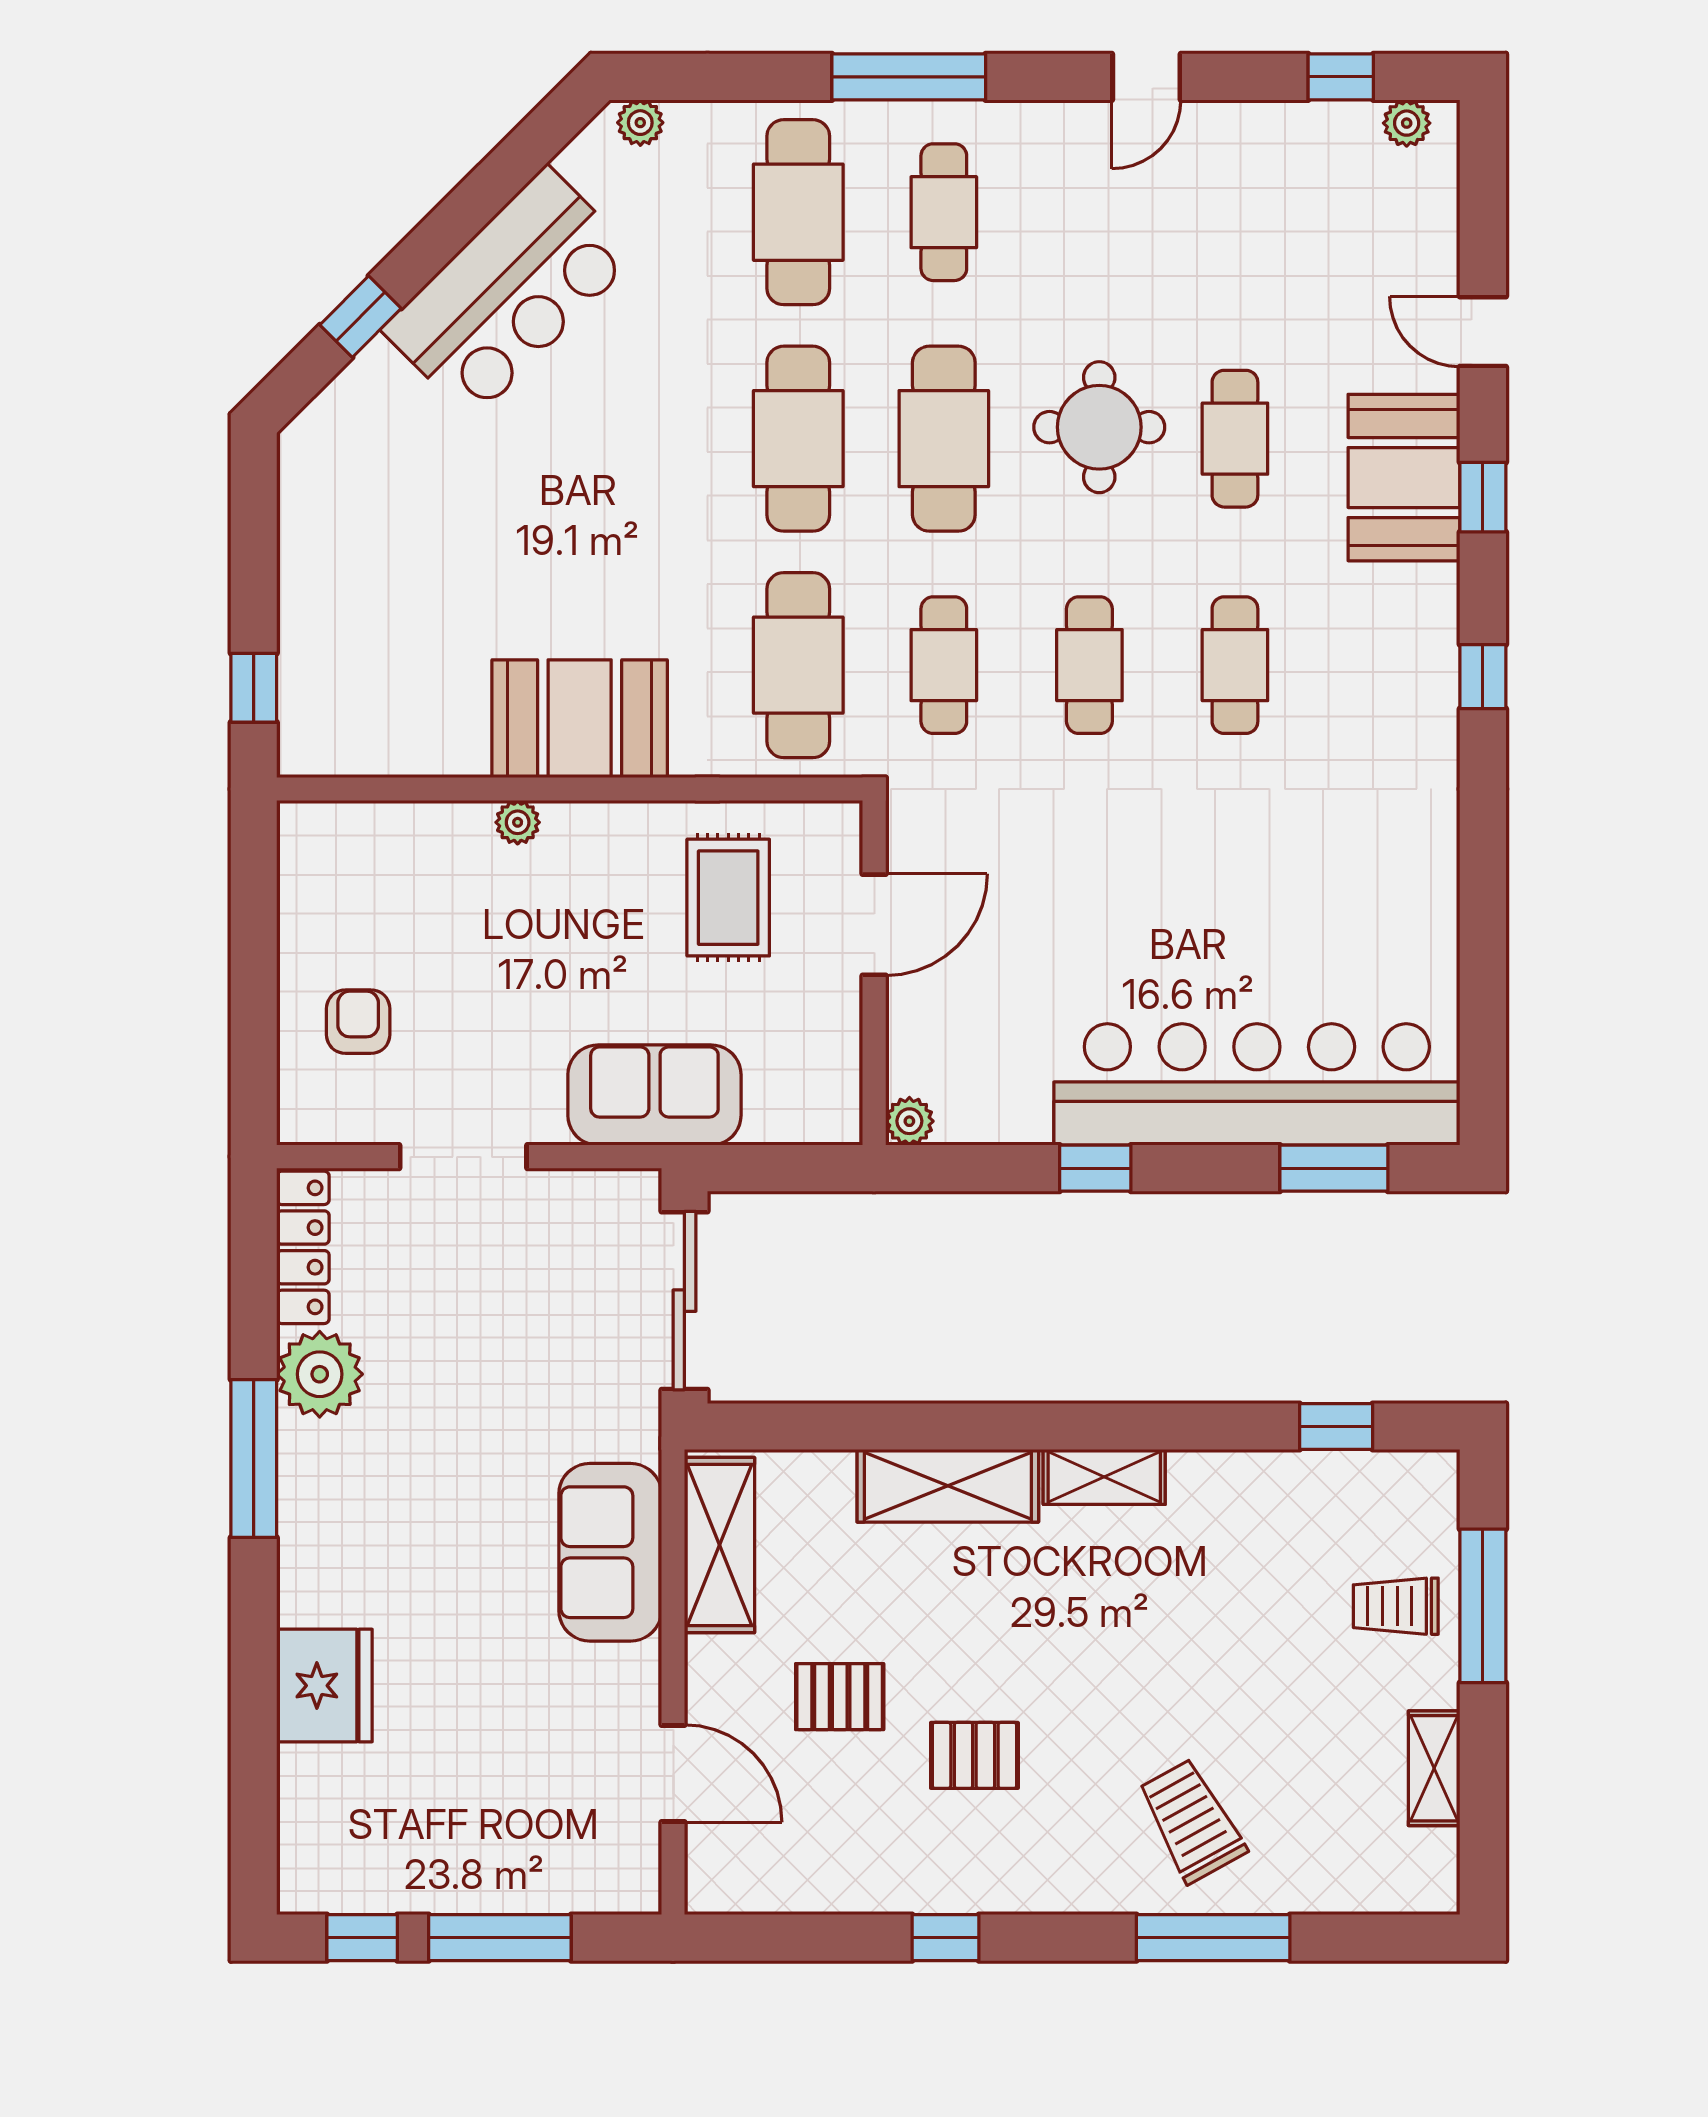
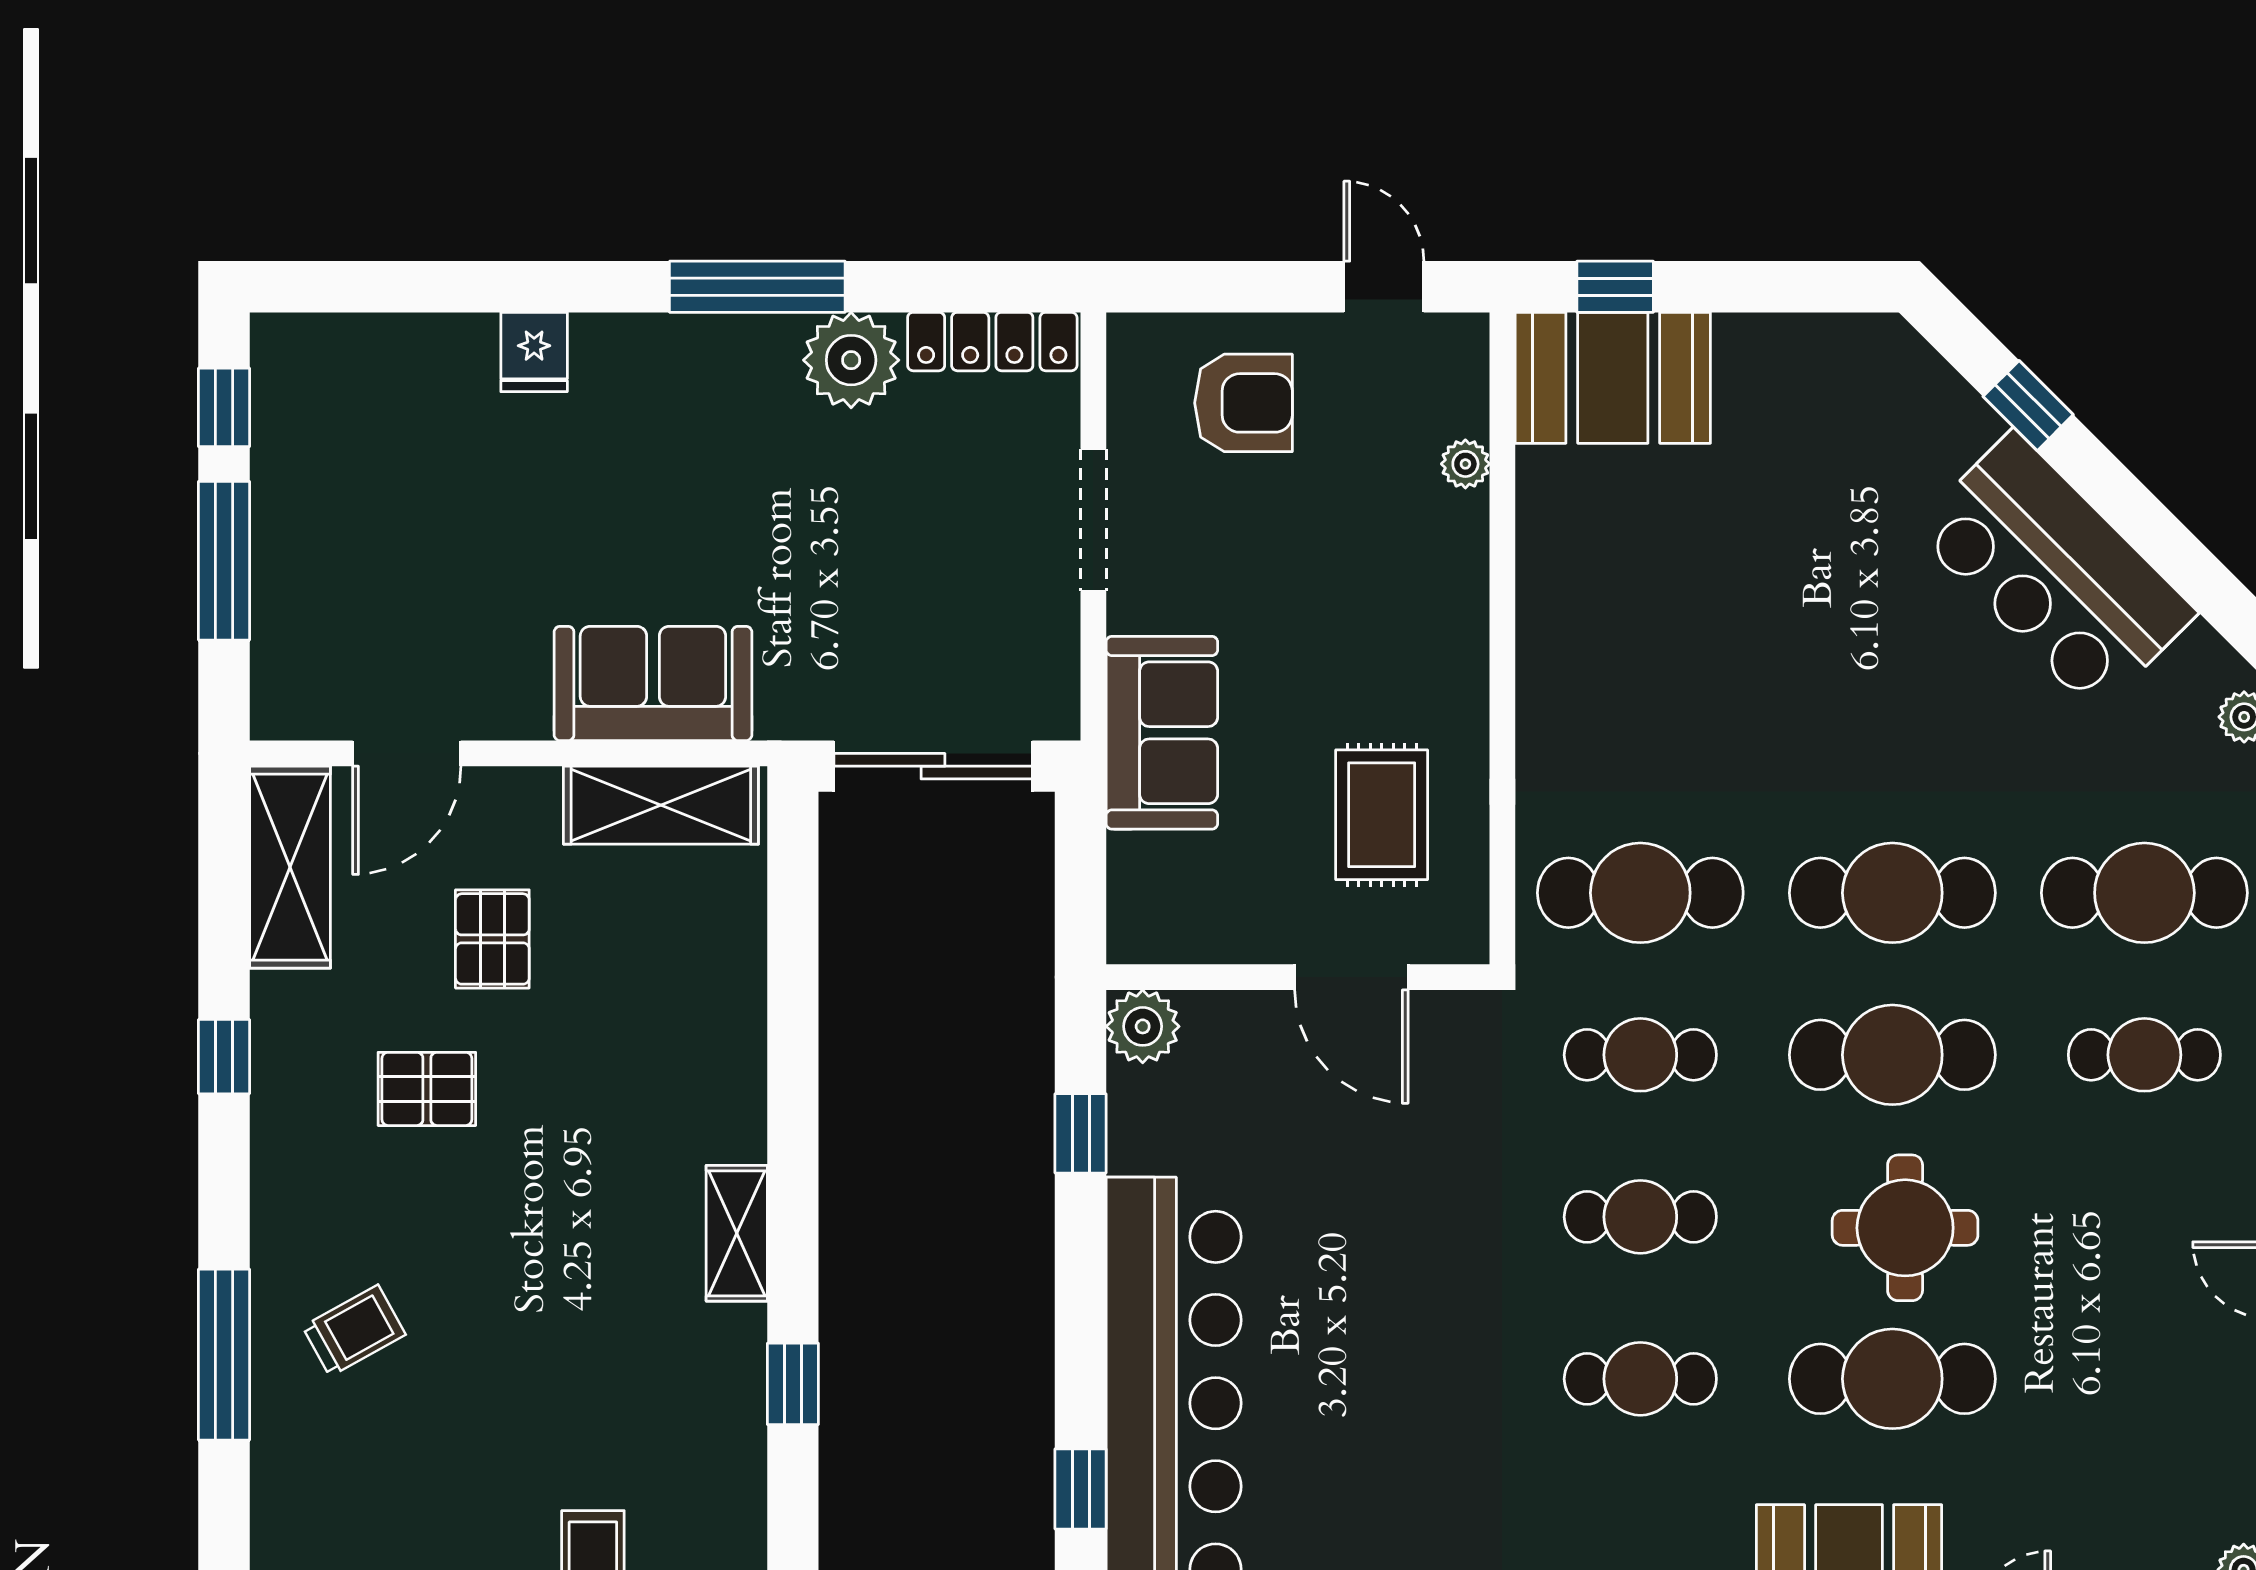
cafe table: (1235, 439) -> (1892, 1379), width x1.37, depth x1.35
booth: (580, 719) -> (1613, 378), moved, turned 90
plant: (518, 822) -> (1465, 464), moved
door: (254, 895) -> (1384, 287), added
rug: (728, 898) -> (1382, 815), turned 90
armchair: (358, 1022) -> (1244, 403), width x1.38, depth x1.38
plant: (909, 1121) -> (1143, 1026), width x1.38, depth x1.38
window: (1095, 1168) -> (1081, 1133), moved
window: (1334, 1168) -> (1081, 1489), width x0.67
window: (1336, 1427) -> (793, 1384), moved
shelving: (948, 1486) -> (290, 867), moved
fridge: (324, 1686) -> (534, 352), width x0.53, depth x0.75
pallet: (974, 1755) -> (427, 1089), turned 90
trolley: (1192, 1821) -> (354, 1331), width x0.73, depth x0.72

